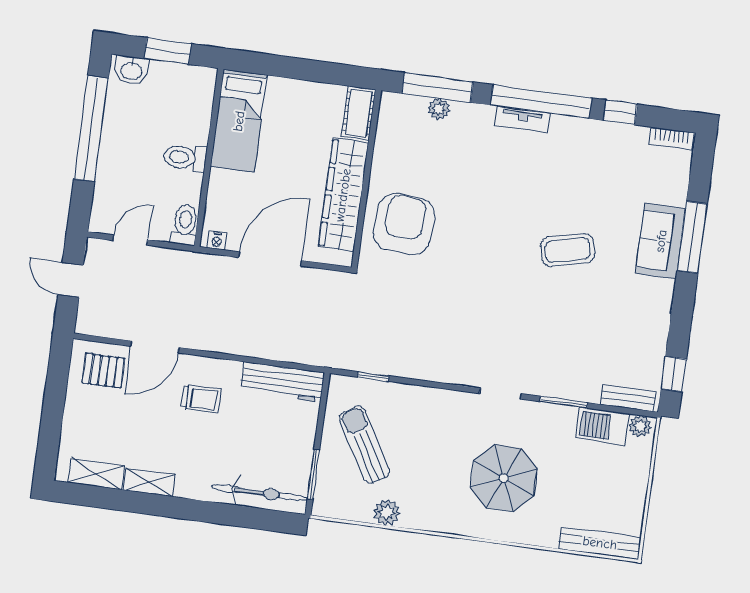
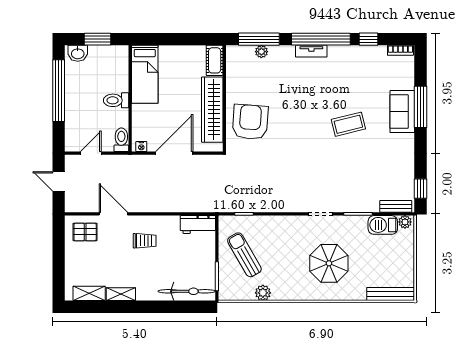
door: (155, 347) -> (113, 214), swing flipped
workbench: (282, 382) -> (198, 224), width x0.73

